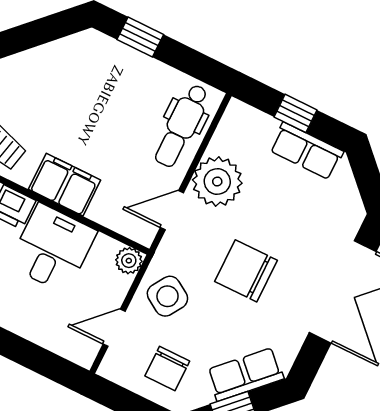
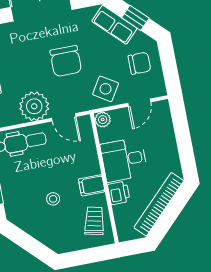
stool: (72, 112) -> (53, 199), added
filing cabinet: (65, 185) -> (92, 185), width x0.50
door: (114, 328) -> (139, 103), hinge flipped

